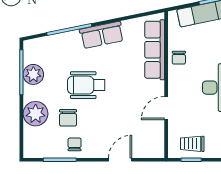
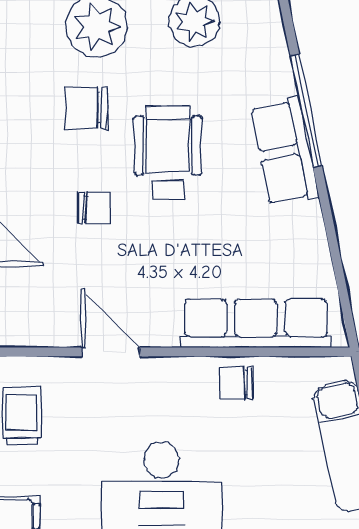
row of seats: (102, 35) -> (284, 152), moved
chair: (75, 144) -> (94, 208), moved

